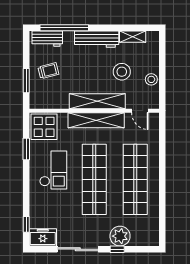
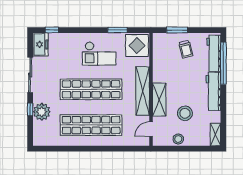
shelving: (133, 37) -> (216, 134), moved
workbench: (47, 39) -> (214, 53), width x1.38
shelving: (97, 101) -> (159, 100), width x0.68

